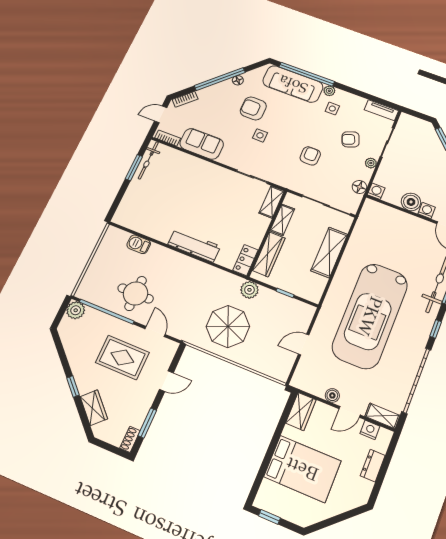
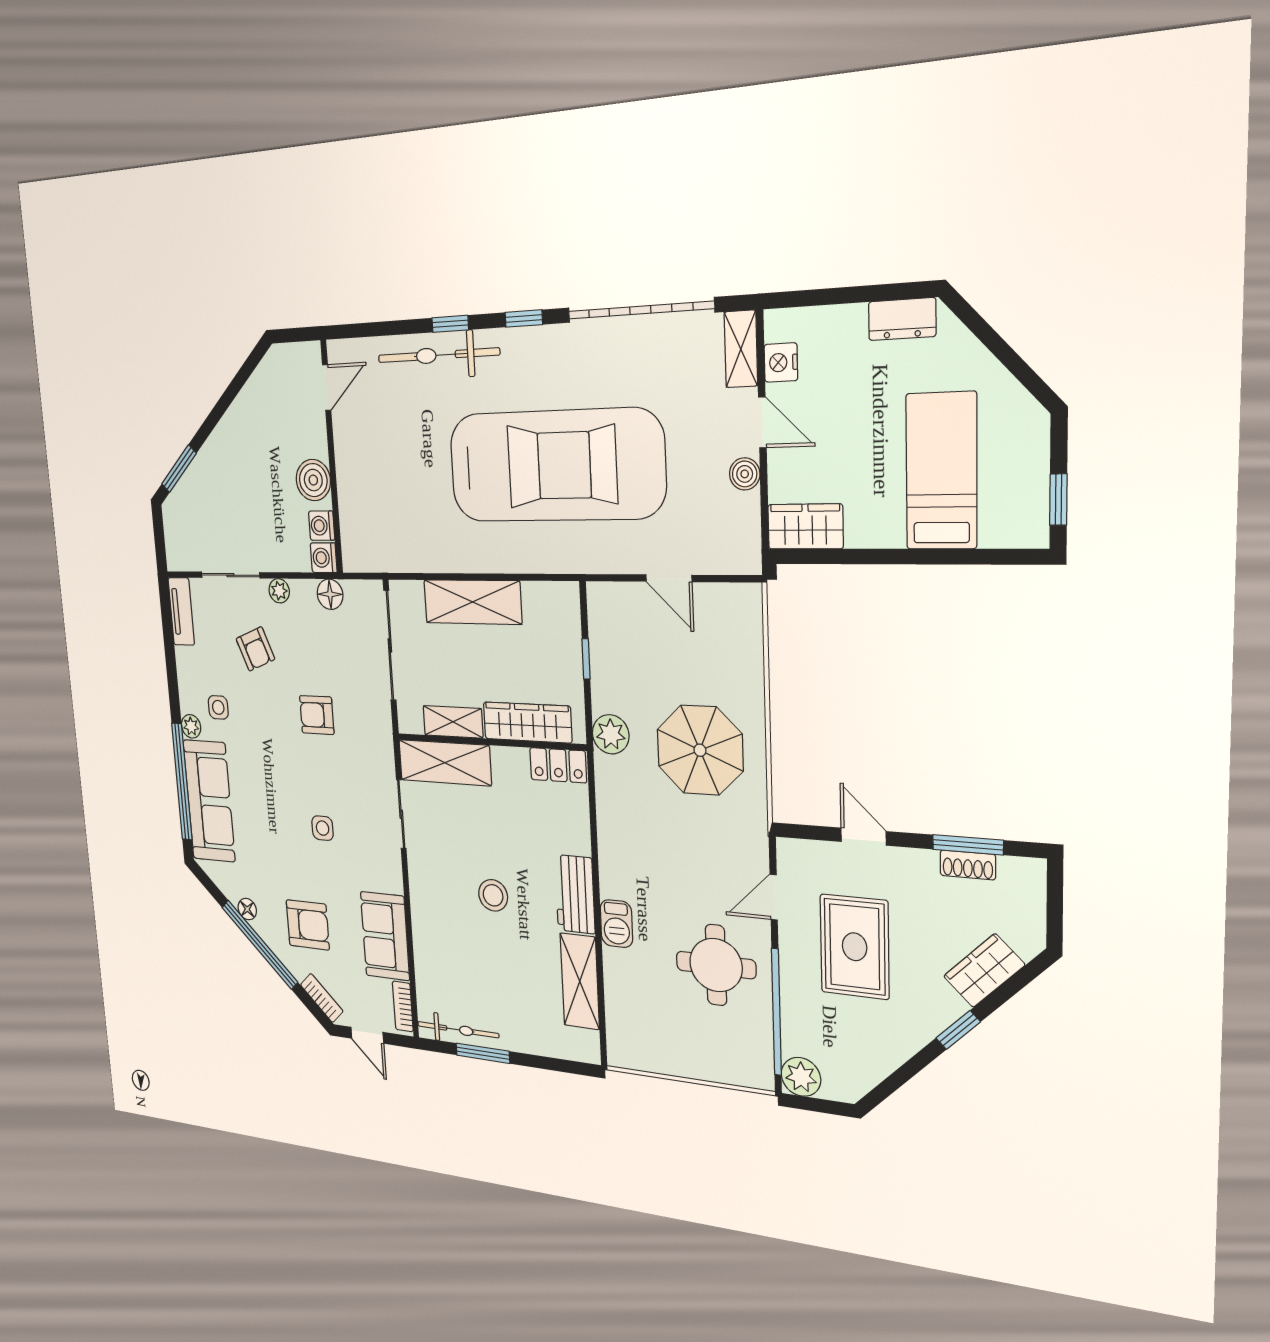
armchair: (253, 108) -> (308, 925), moved, turned -90
shelving: (272, 202) -> (445, 763), width x1.50, depth x1.33
stool: (201, 204) -> (493, 895), added
washing machine: (427, 211) -> (322, 526), moved
shelving: (150, 228) -> (580, 981), added
barbecue: (139, 244) -> (616, 924), moved
workbench: (194, 245) -> (575, 894), width x0.73
shoe rack: (130, 439) -> (968, 865), moved
dresser: (373, 466) -> (902, 319), moved
bed: (302, 469) -> (941, 471), width x0.67

